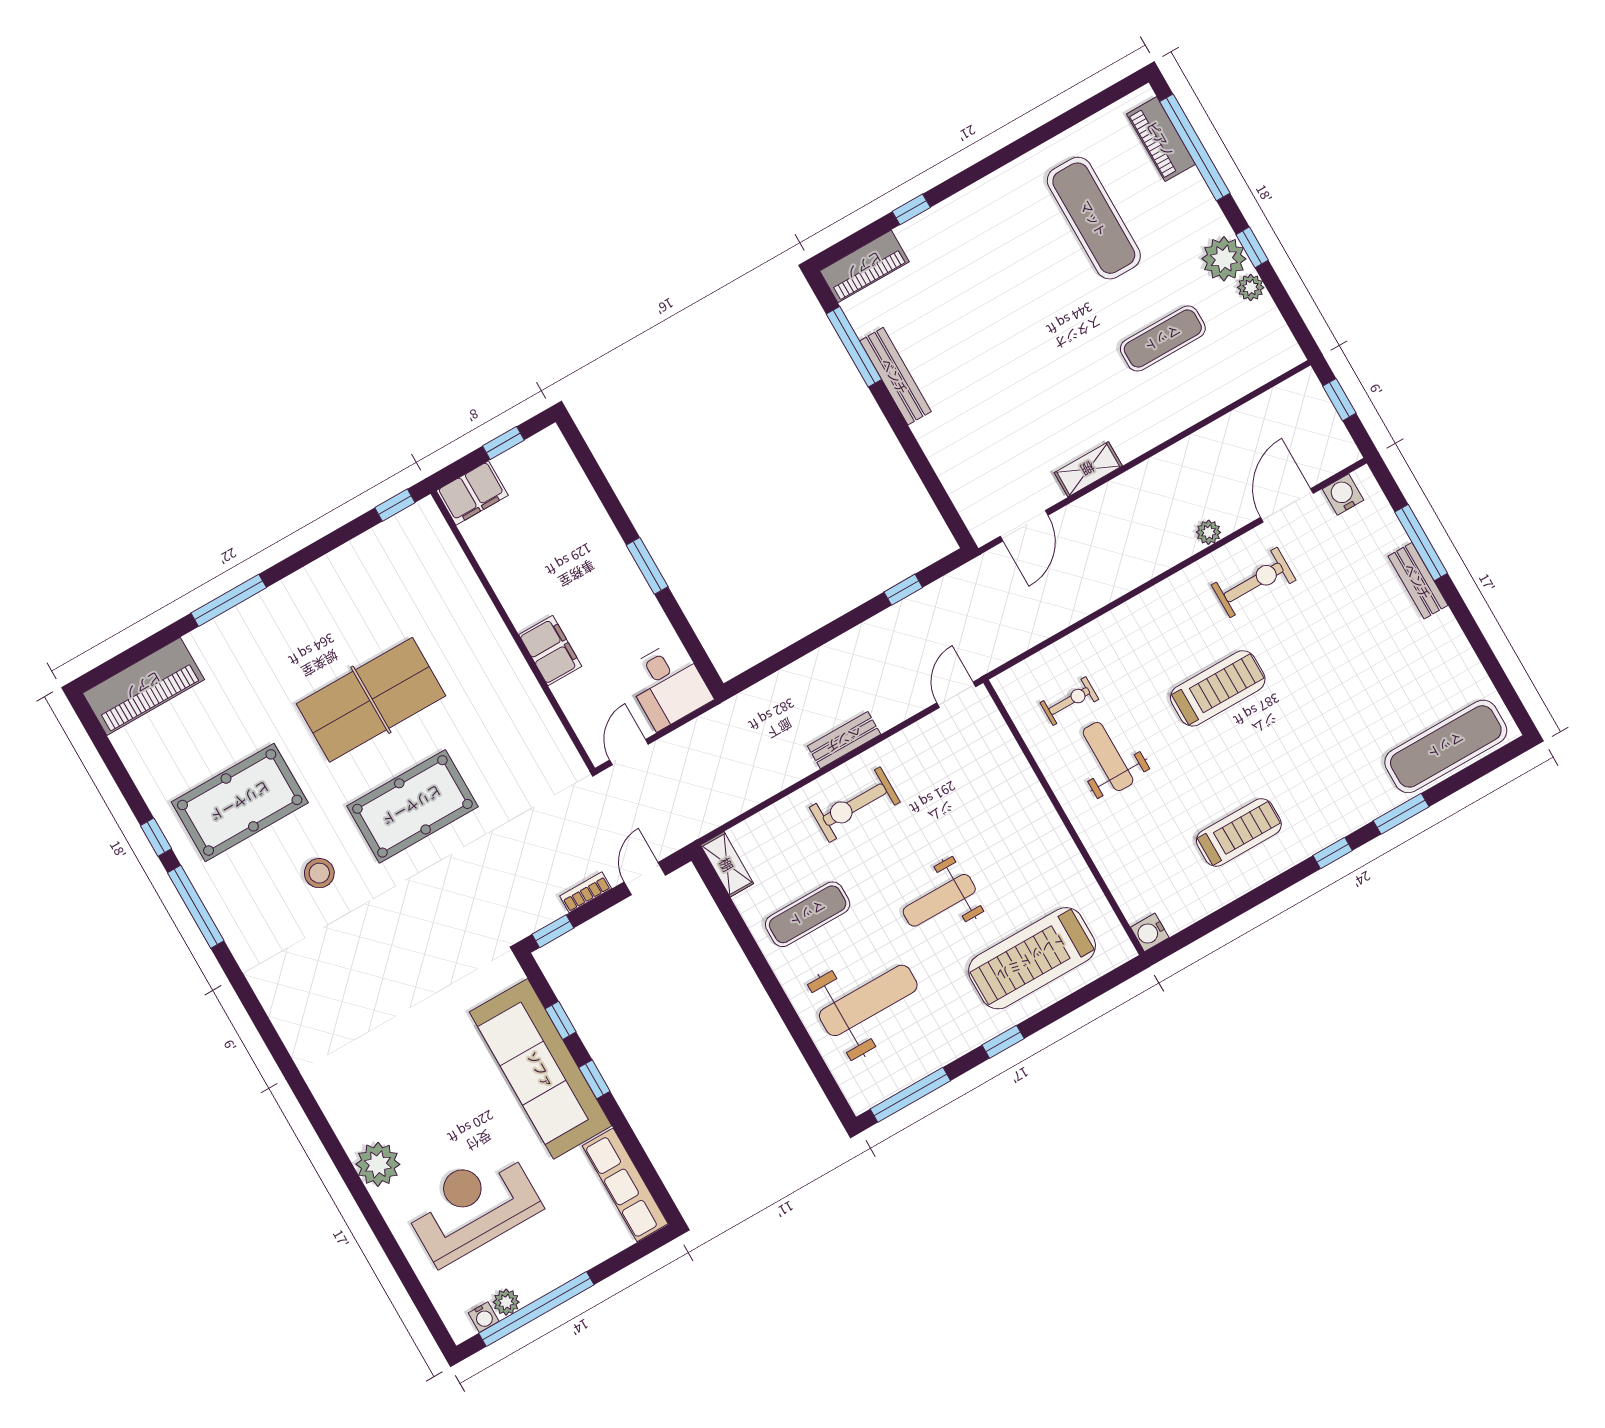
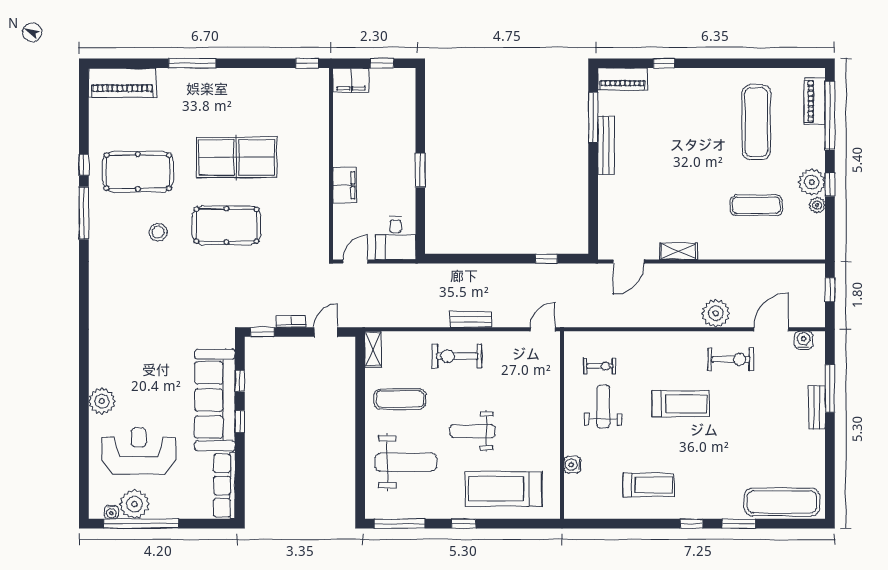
plant: (1209, 532) -> (716, 313), width x1.88, depth x1.88
water cooler: (1150, 932) -> (572, 465), moved
plant: (506, 1302) -> (134, 504), width x1.87, depth x1.87

